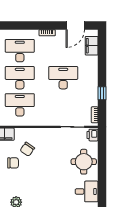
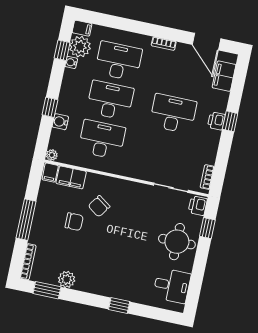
door: (75, 25) -> (206, 42), hinge flipped
printer: (93, 76) -> (216, 121), added
window: (102, 93) -> (230, 121), moved
window: (102, 149) -> (207, 228), added

